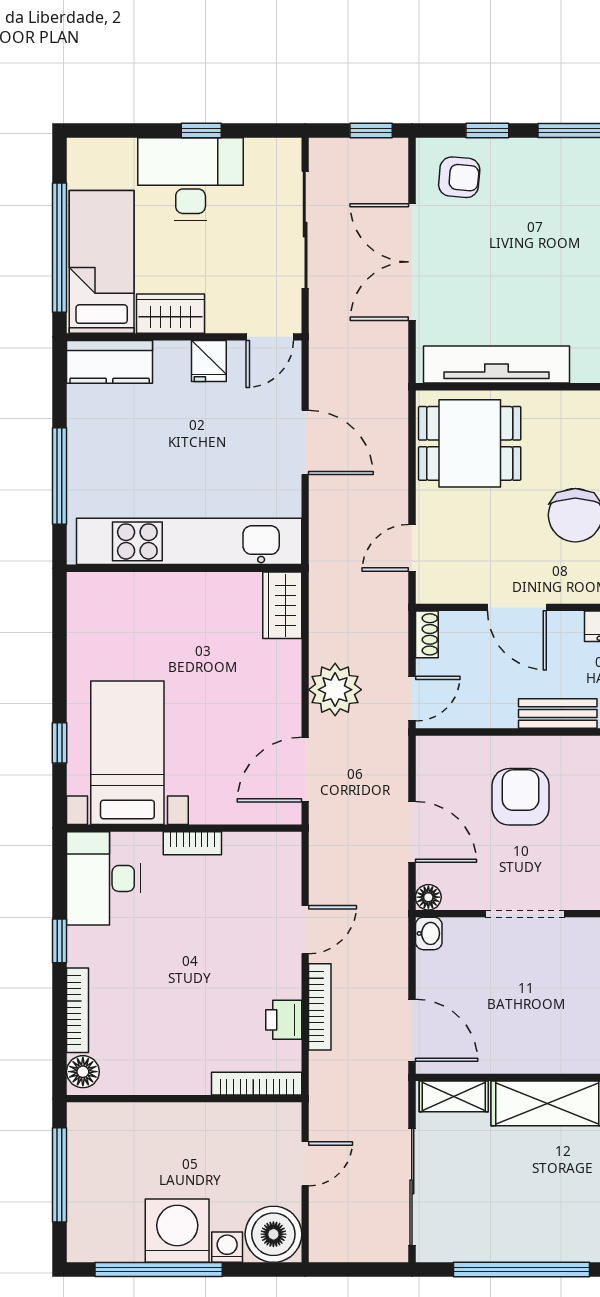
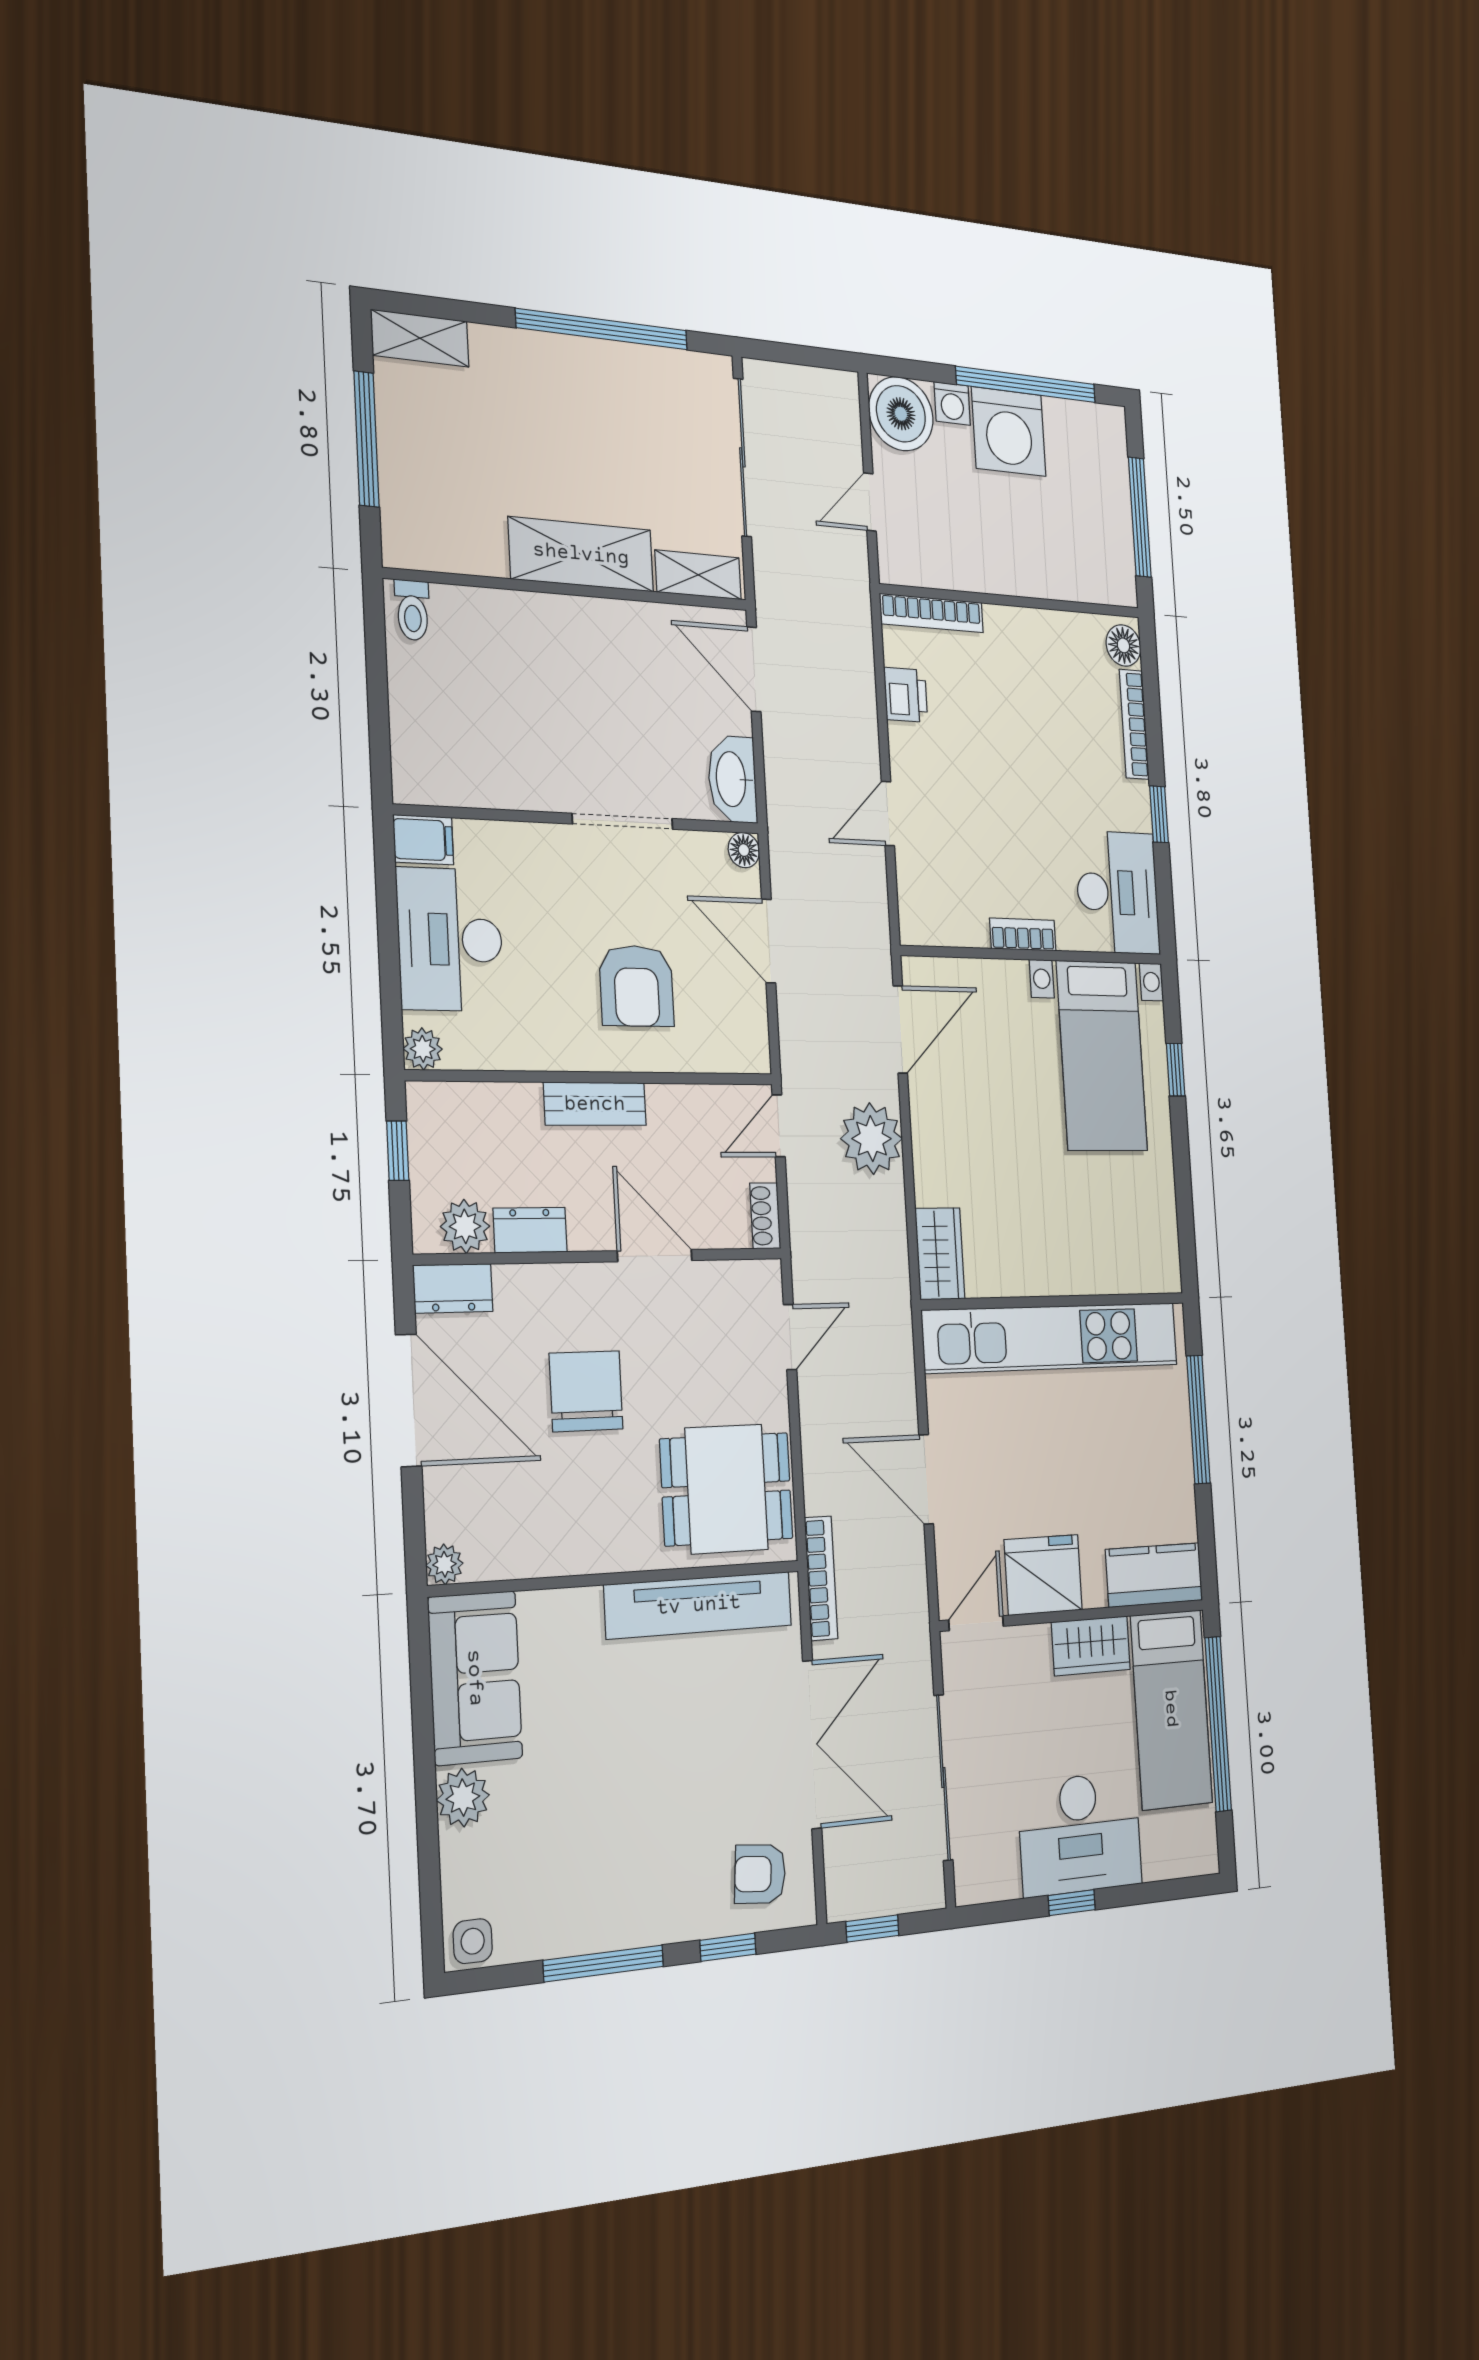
fridge: (209, 361) -> (1043, 1575), width x1.88, depth x1.34
washbasin: (429, 933) -> (732, 779), width x1.91, depth x1.45
bookcase: (320, 1007) -> (821, 1578), moved, turned 180

